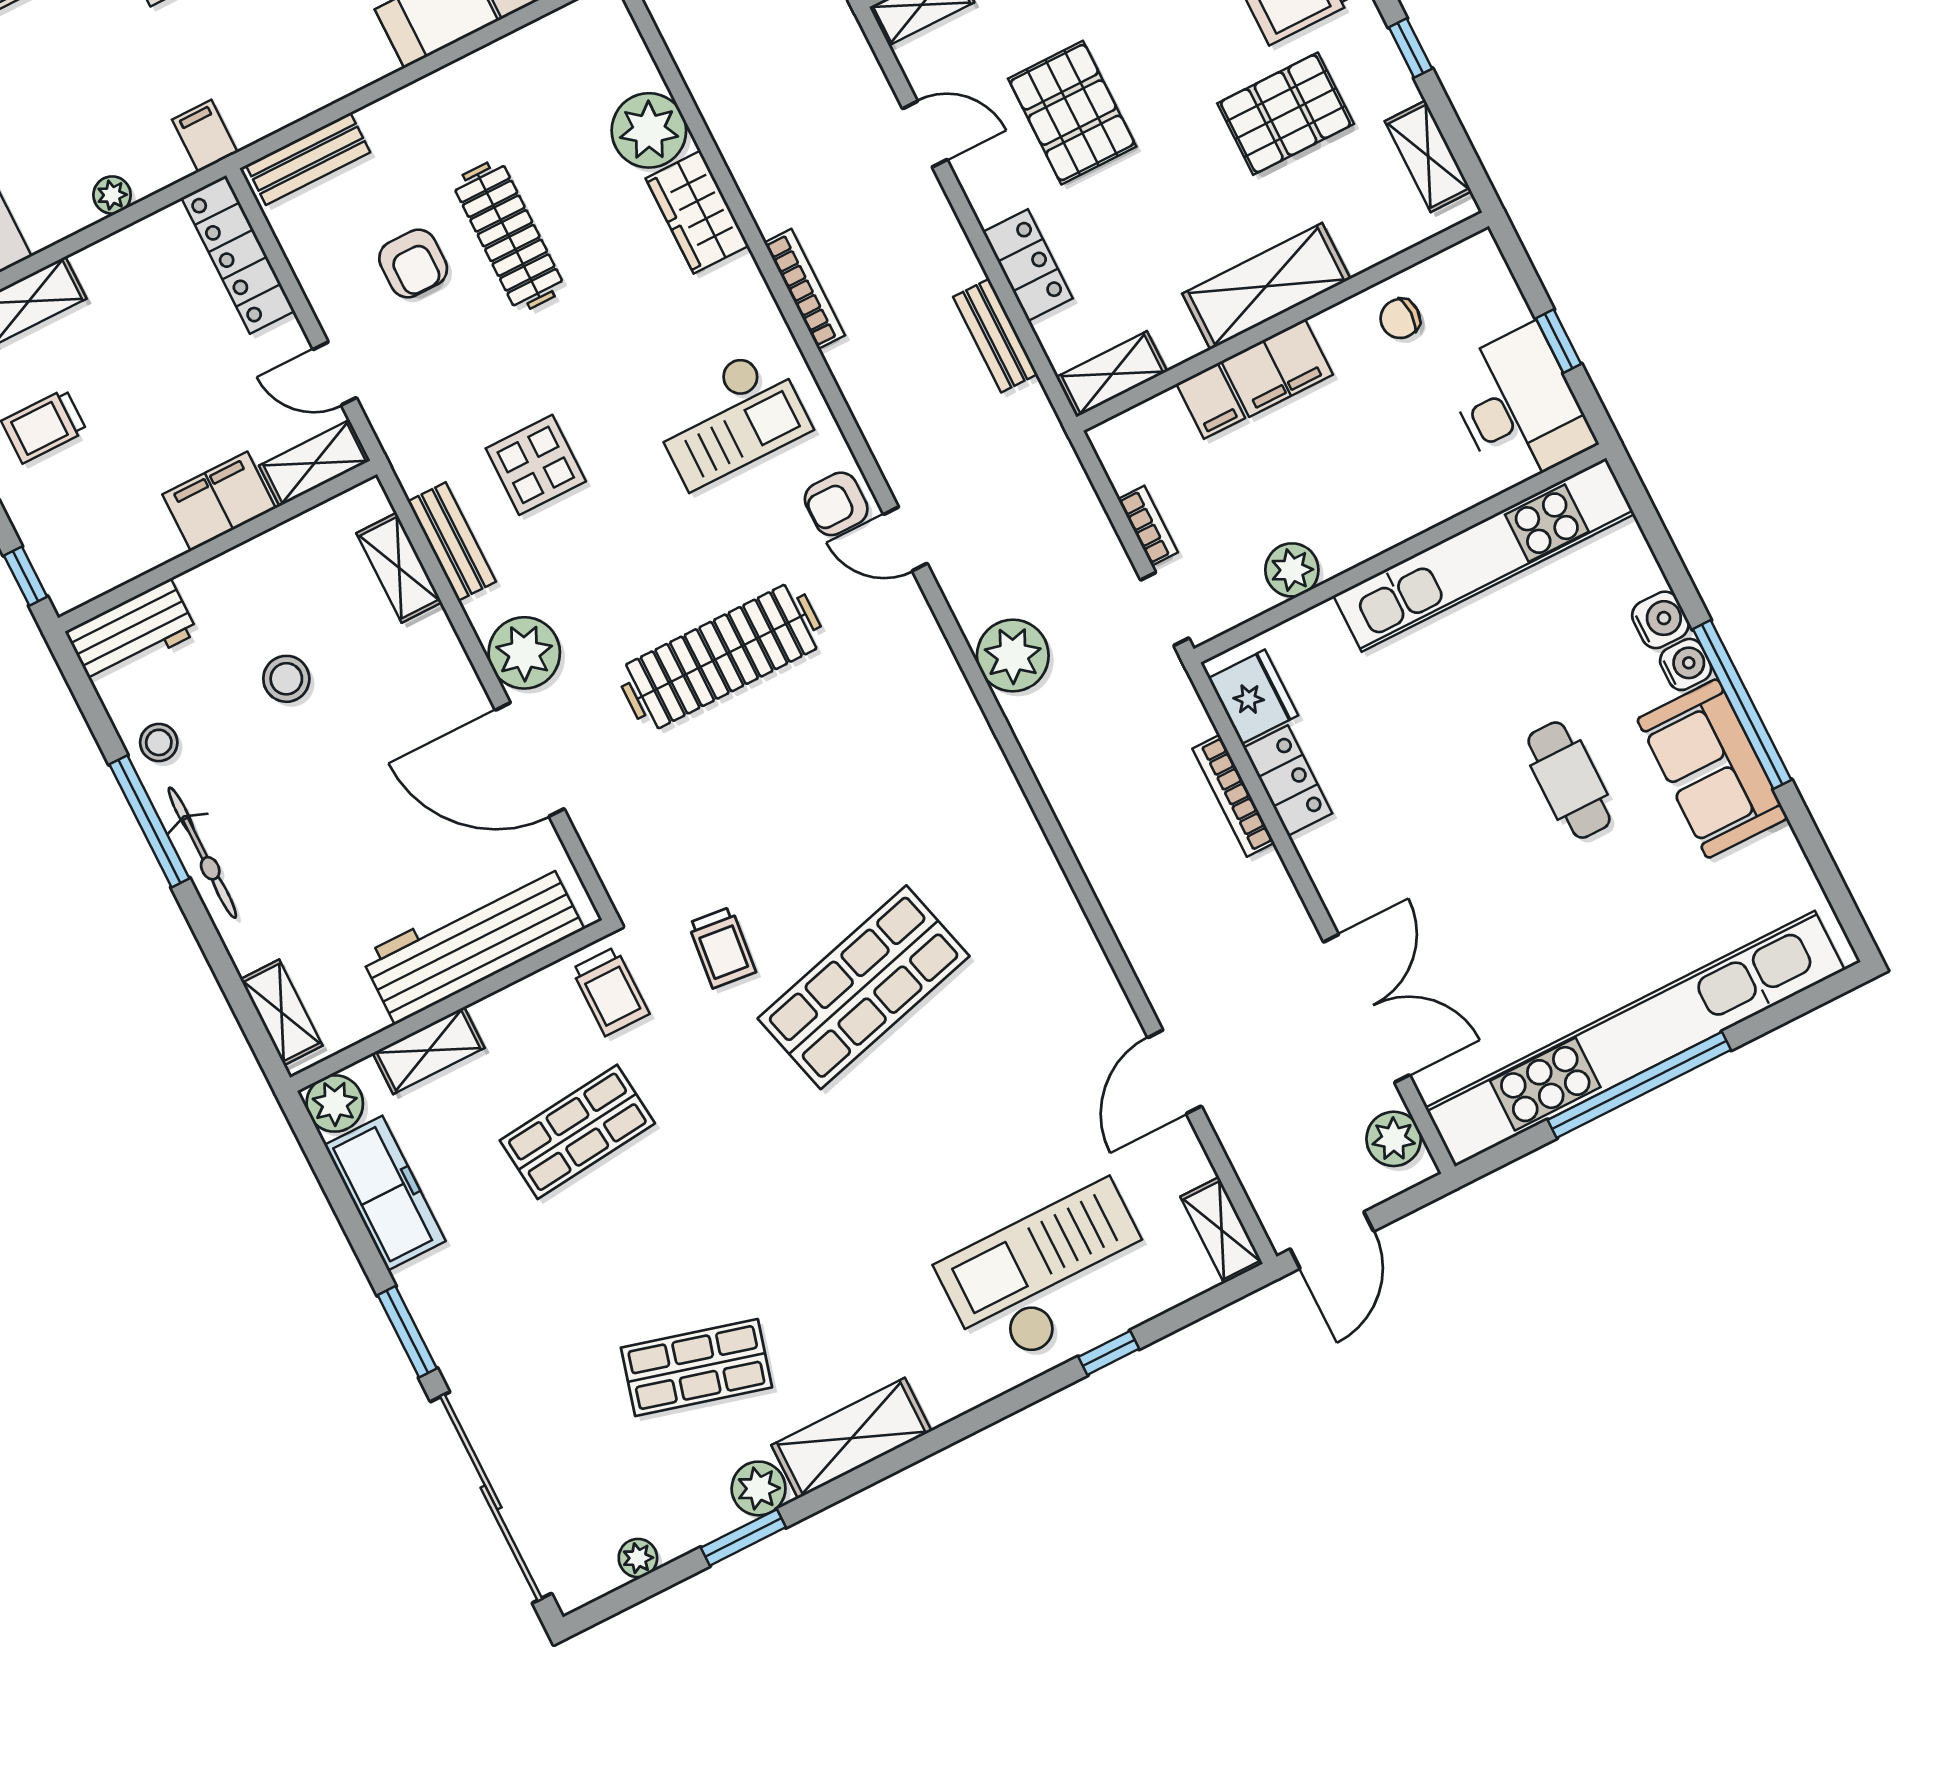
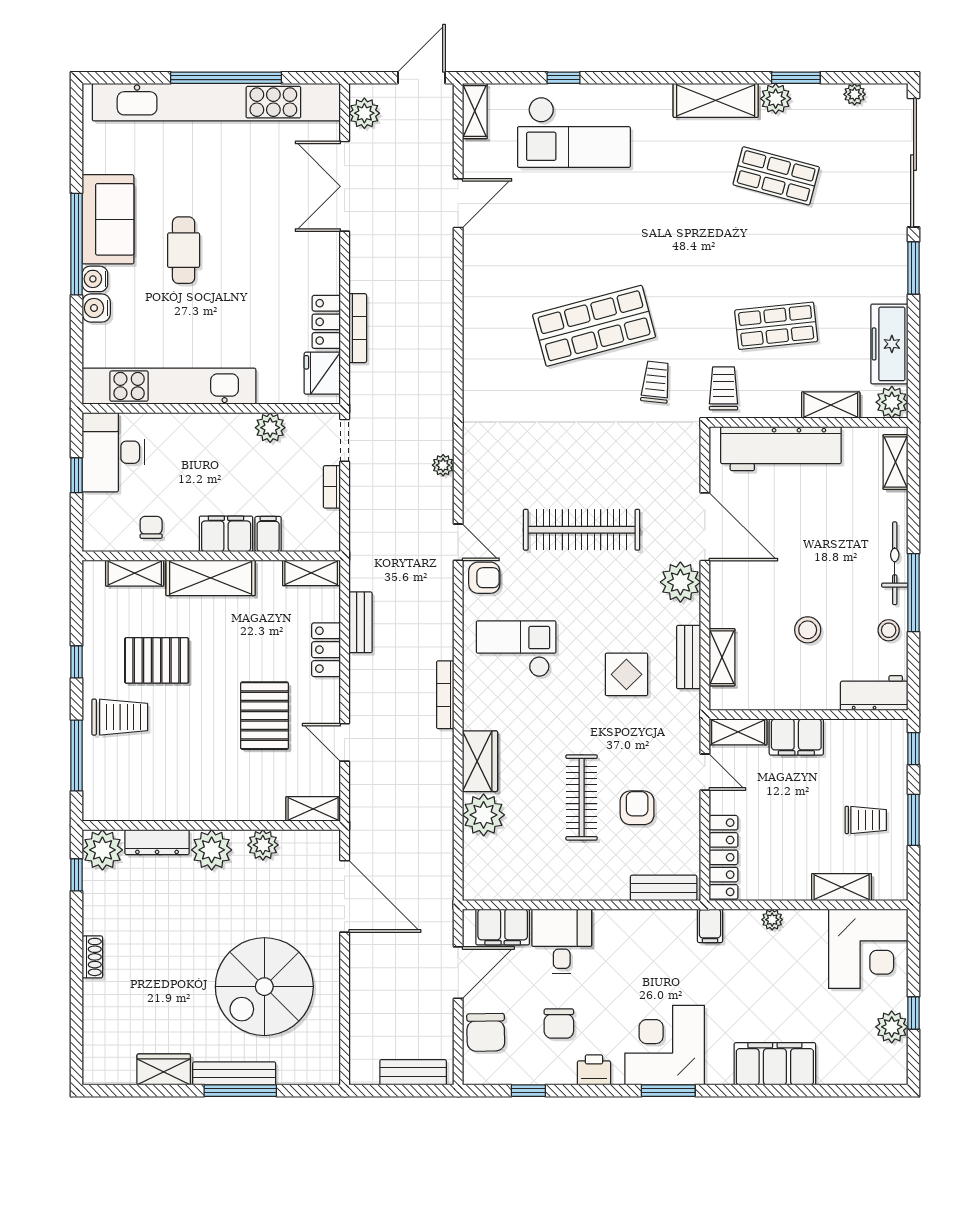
shelving: (1428, 156) -> (135, 573), moved, turned 90
chair: (1400, 319) -> (151, 527), turned -90
plant: (1013, 655) -> (443, 465), width x0.53, depth x0.53

